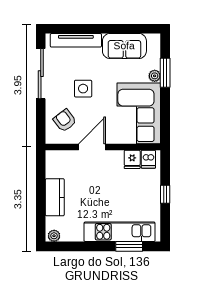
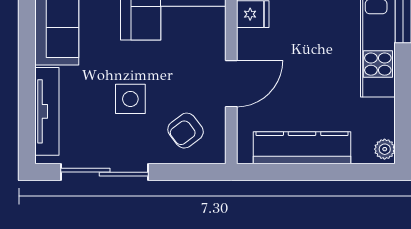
door: (92, 147) -> (231, 84), swing flipped
kitchen counter: (55, 197) -> (302, 148), width x1.50

